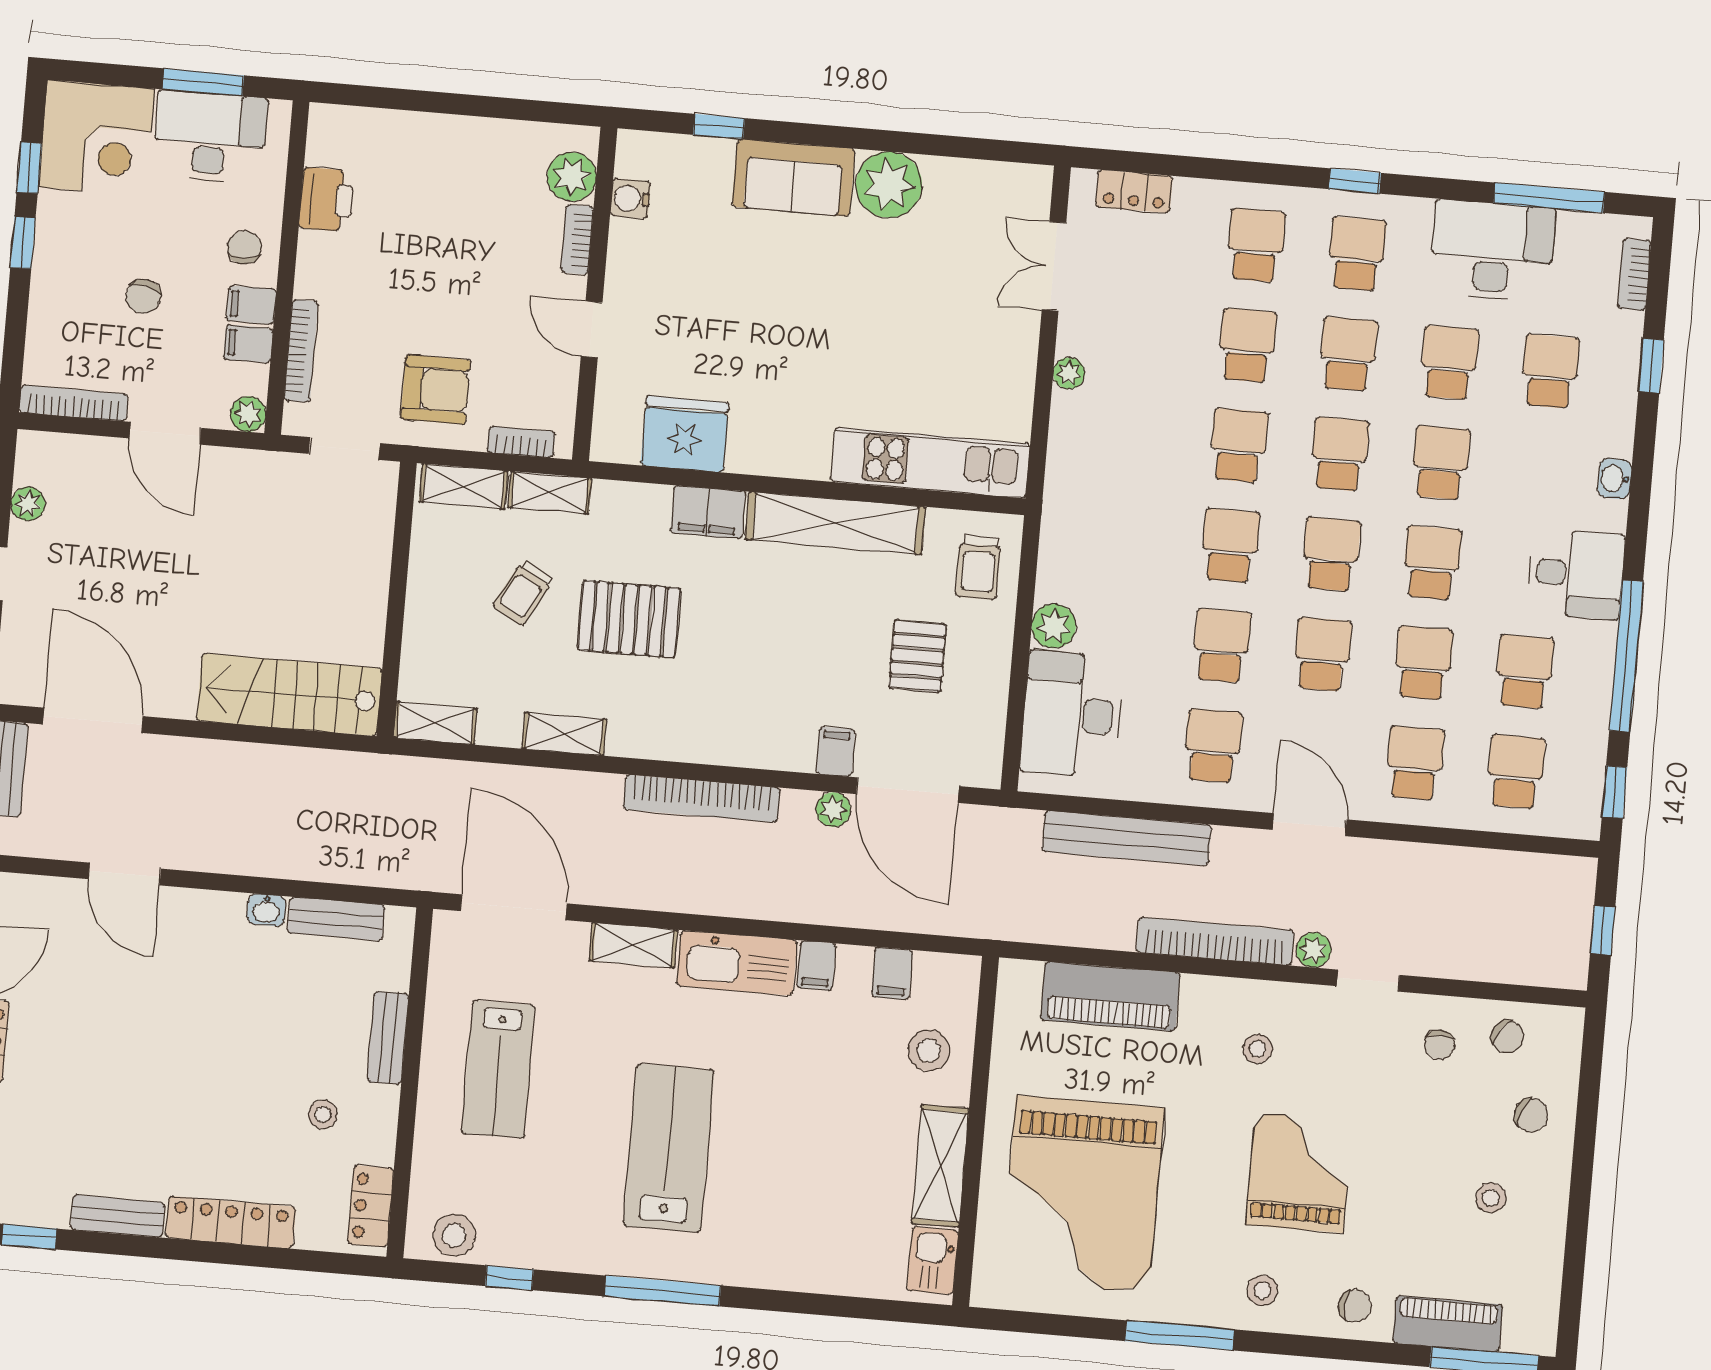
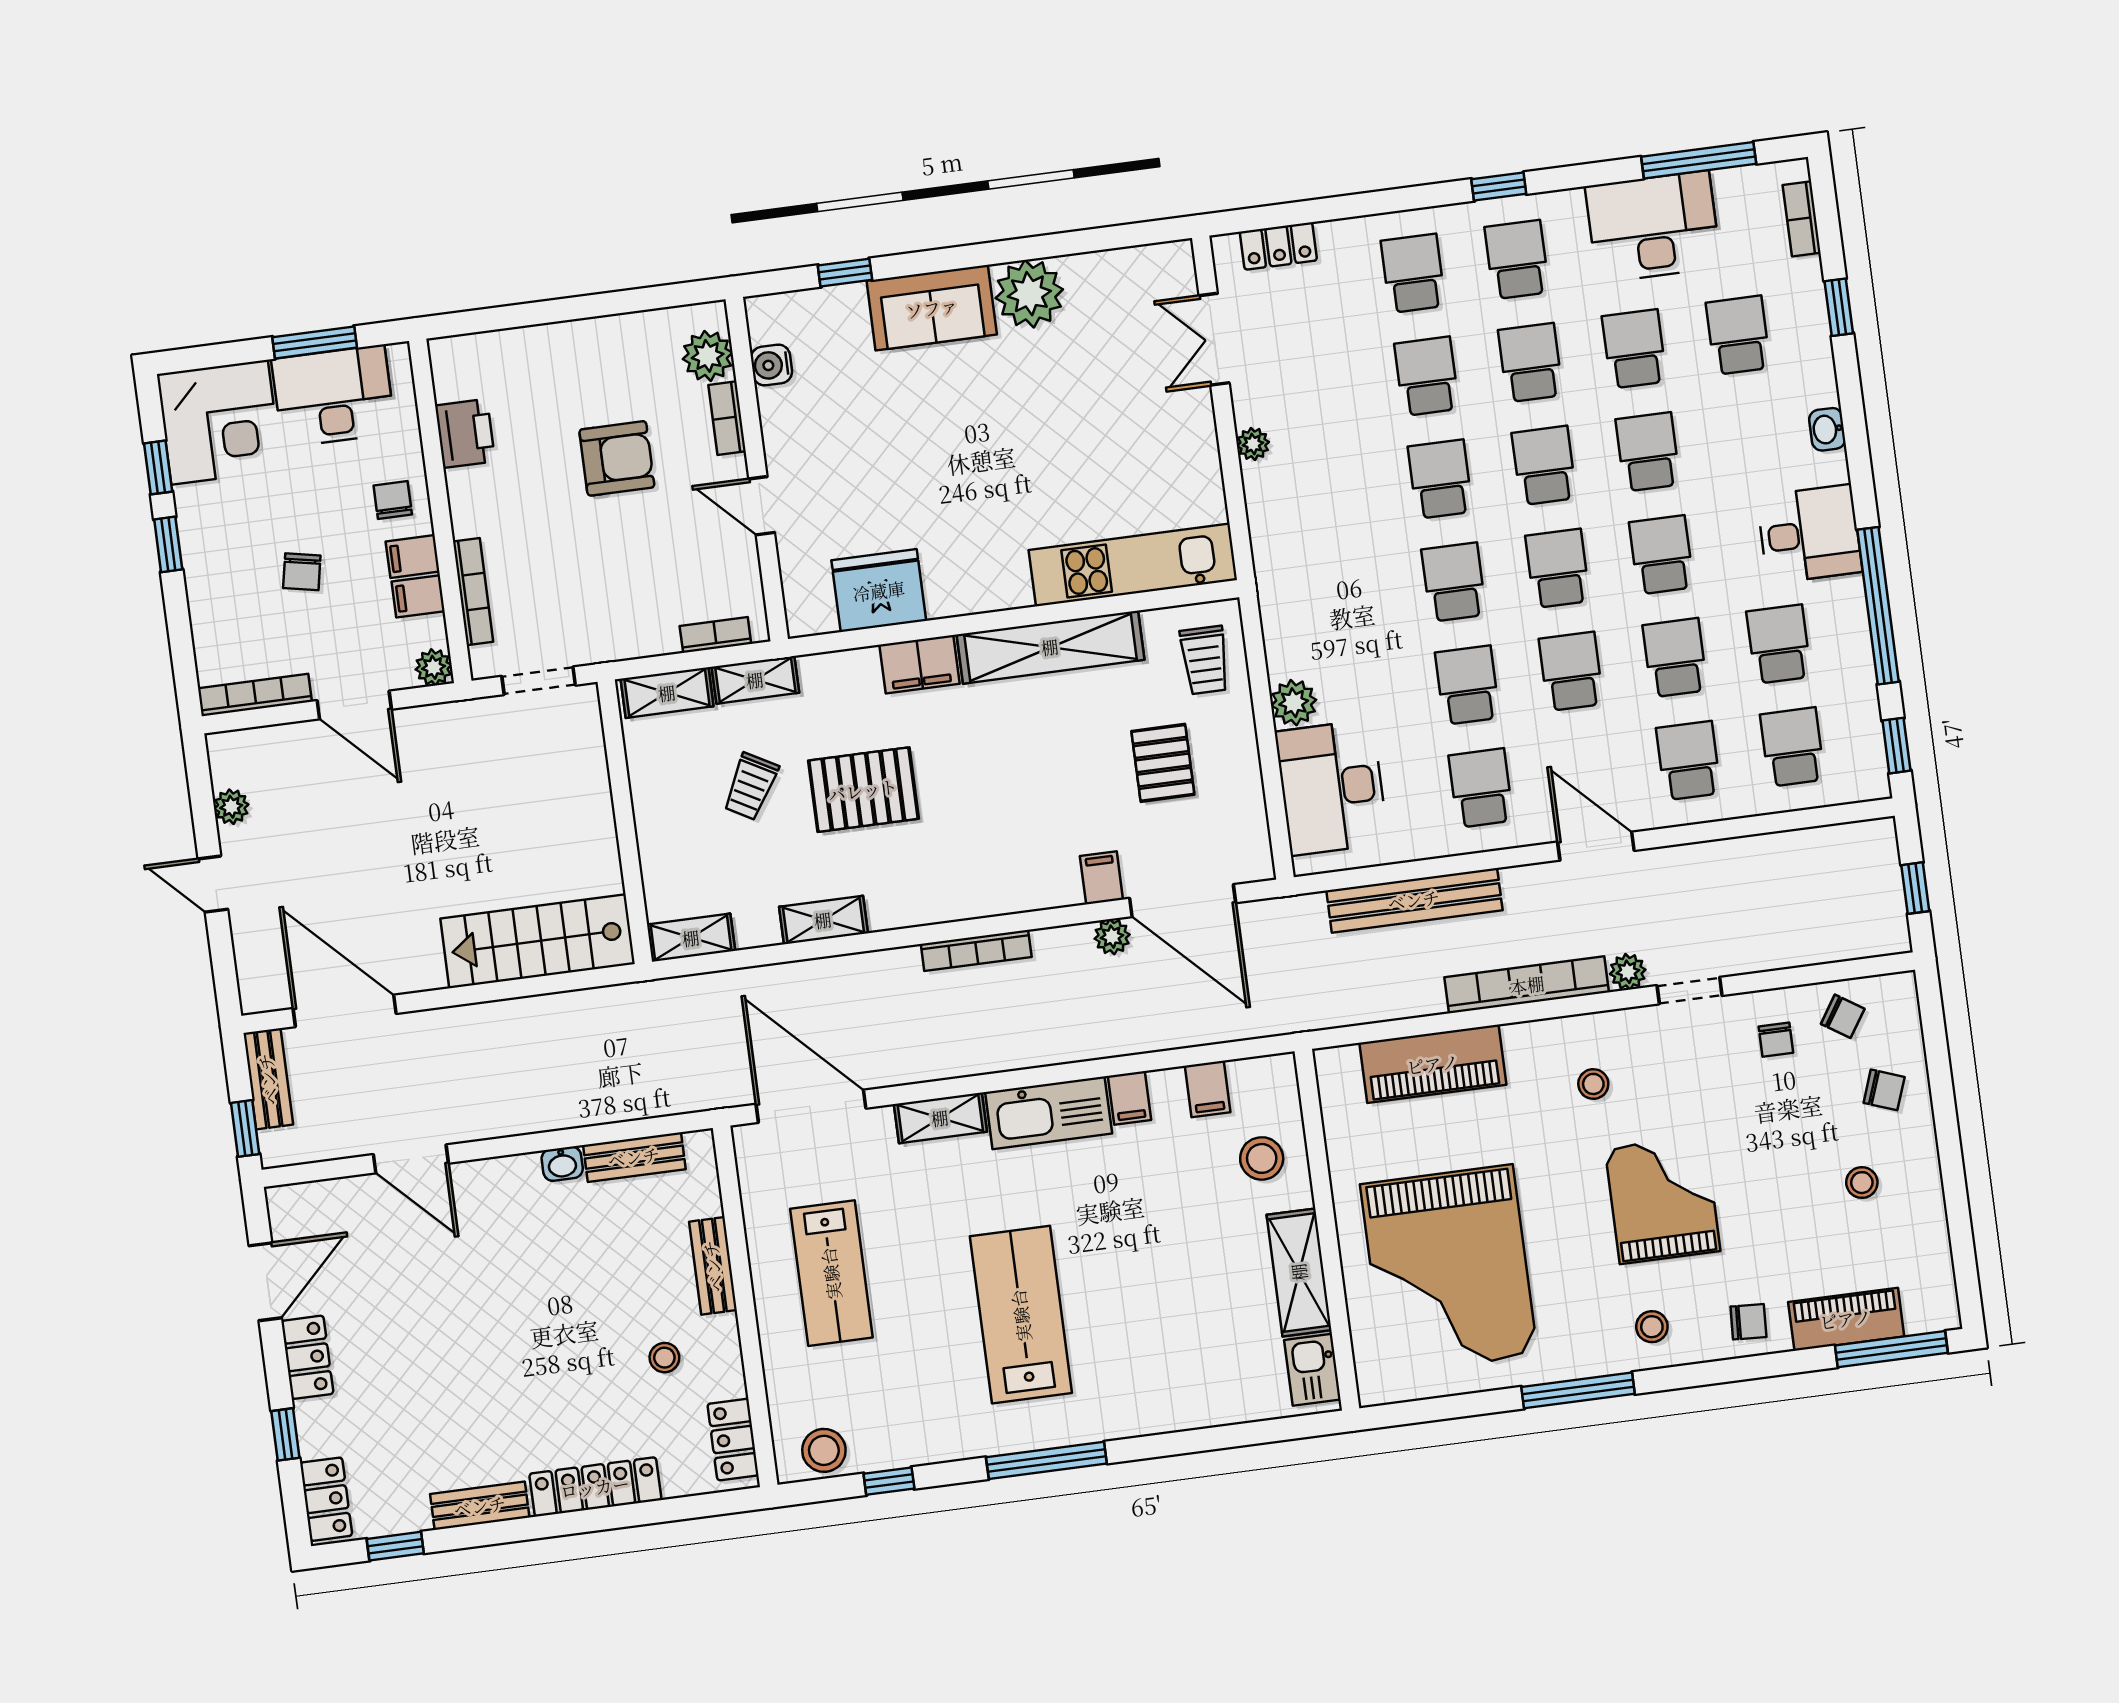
armchair: (436, 389) -> (617, 458), moved
bookcase: (702, 799) -> (976, 950), width x0.68, depth x0.76

